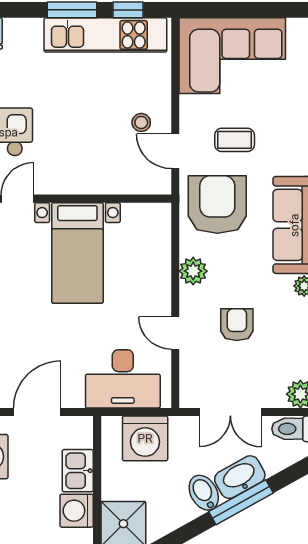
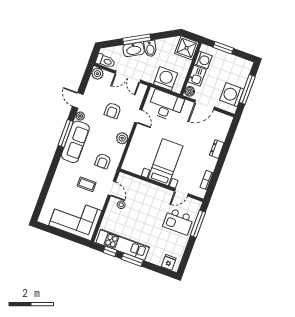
armchair: (217, 204) -> (103, 161), width x0.53, depth x0.53
double door: (230, 412) -> (128, 77), swing flipped
boiler: (82, 430) -> (190, 91), added

